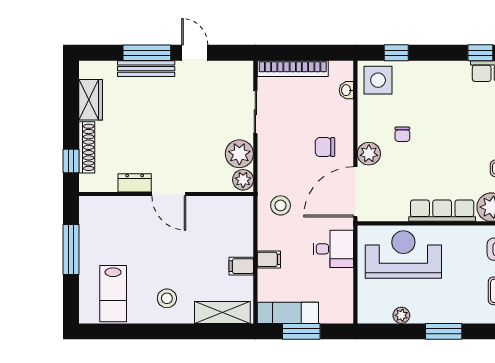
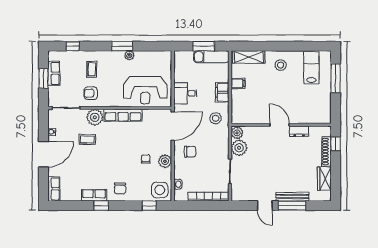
chair: (447, 83) -> (120, 188), added
plant: (369, 154) -> (165, 161), moved
window: (71, 250) -> (336, 78), moved
filing cabinet: (269, 259) -> (222, 92), width x2.00
plant: (401, 315) -> (129, 55), moved

